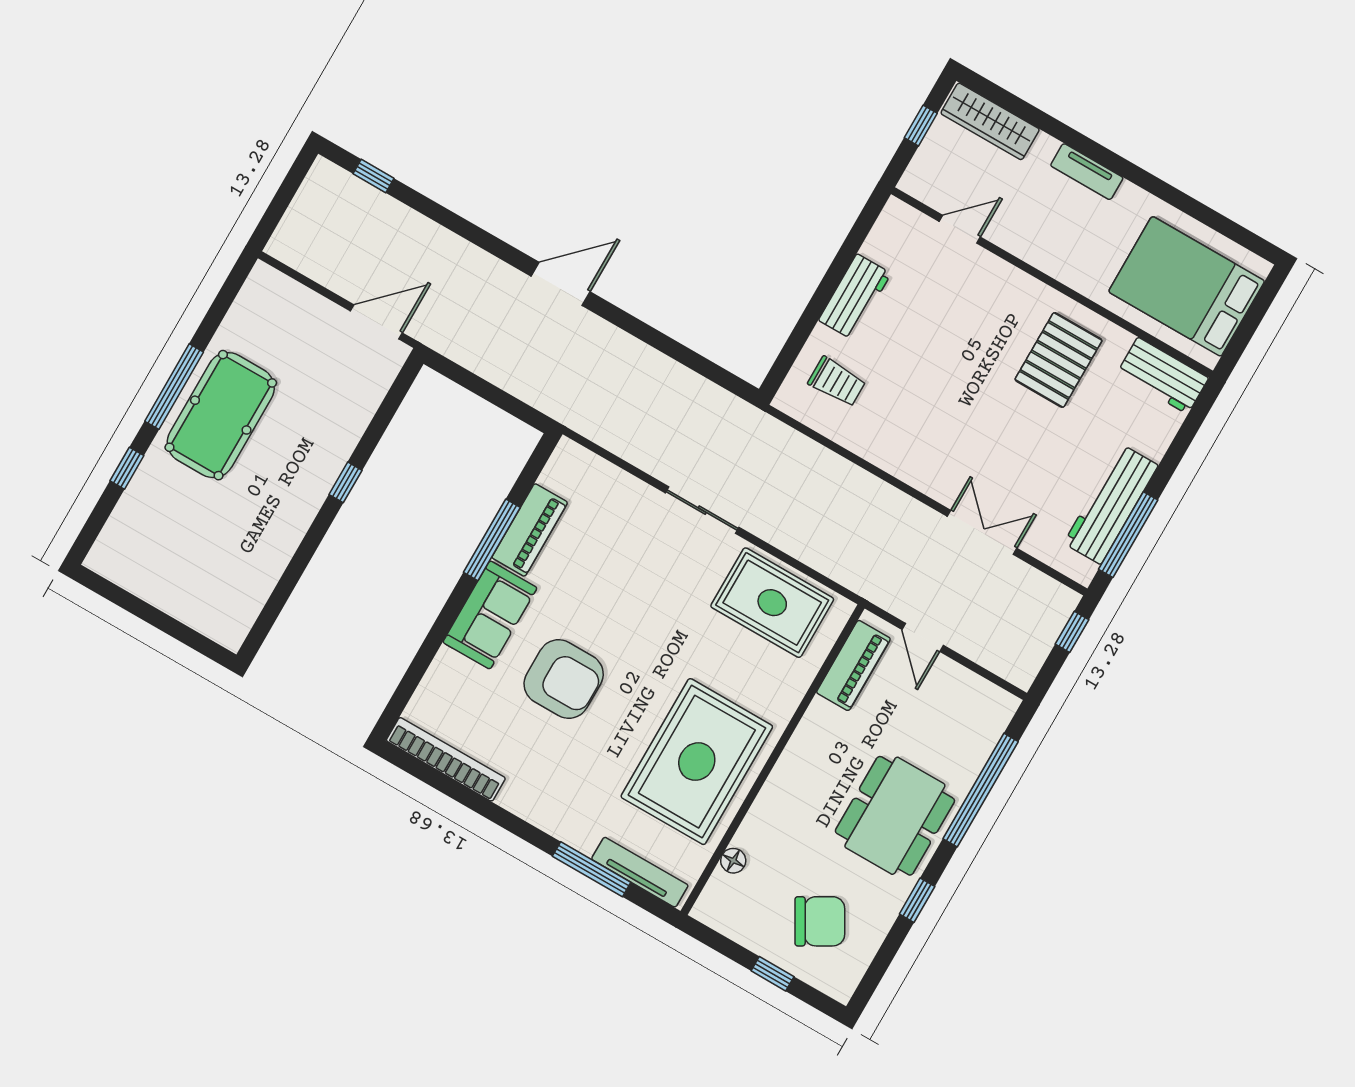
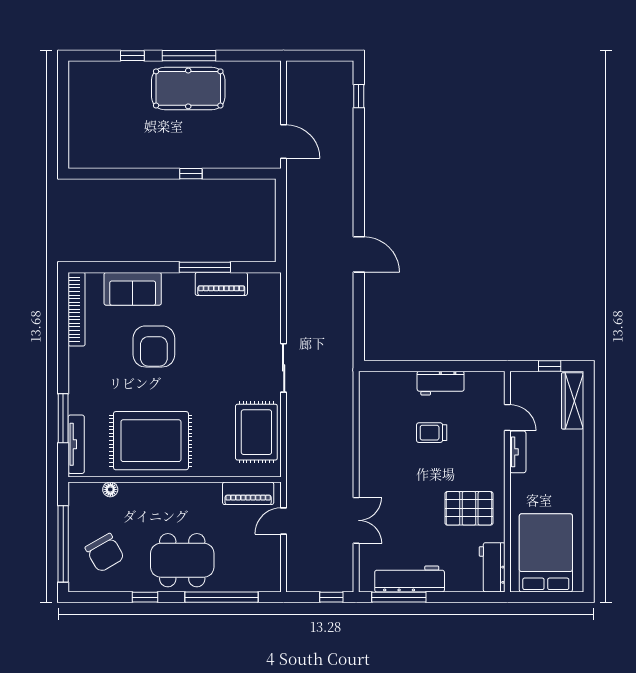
tv unit: (1087, 172) -> (518, 452), moved, turned 180
door: (561, 284) -> (359, 254), moved
trolley: (837, 382) -> (432, 433), moved, turned 90
sofa: (490, 615) -> (133, 289), moved
window: (773, 974) -> (63, 544), width x3.17

